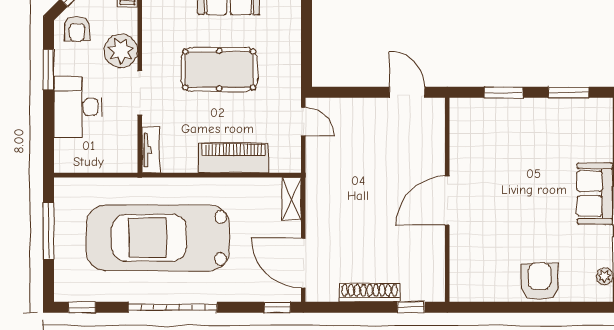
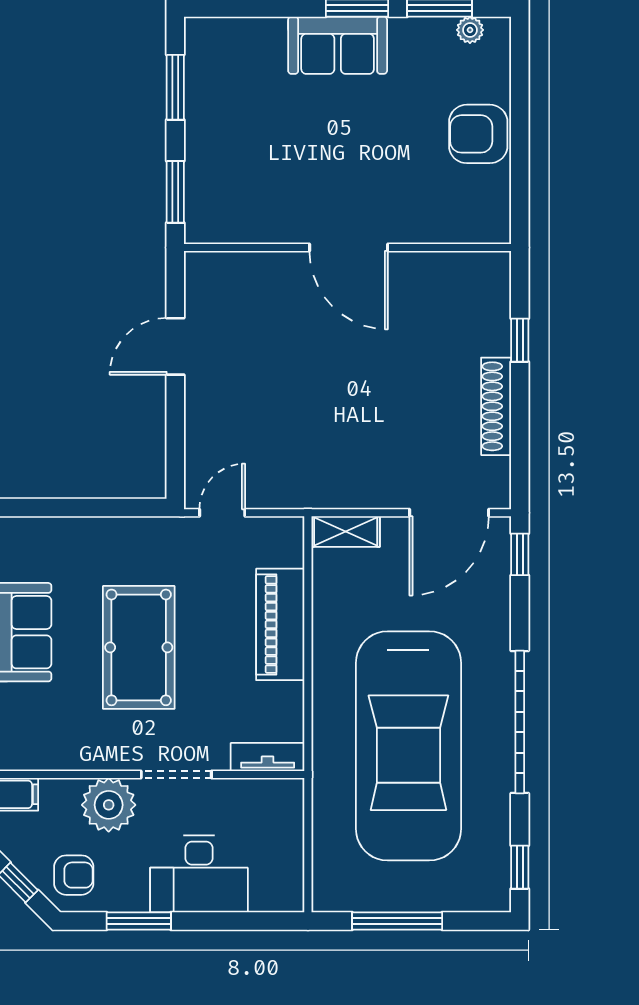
wall: (447, 200) -> (348, 247), moved
door: (447, 201) -> (349, 247), moved

